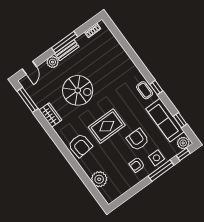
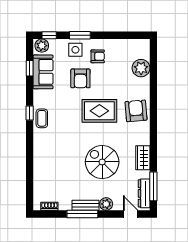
door: (29, 68) -> (131, 214), hinge flipped
dresser: (31, 90) -> (144, 193), added
sofa: (165, 120) -> (43, 72), width x0.73
window: (161, 171) -> (80, 35), width x0.69

